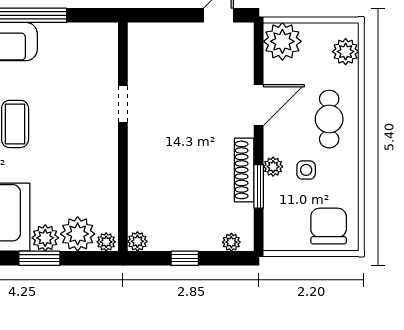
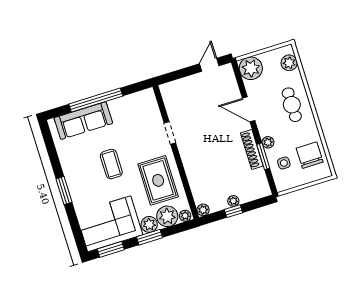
door: (259, 105) -> (249, 109), swing flipped
side table: (306, 170) -> (284, 163), moved
rug: (81, 173) -> (158, 180), added
chair: (329, 226) -> (310, 155), moved
plant: (231, 242) -> (233, 201), moved

